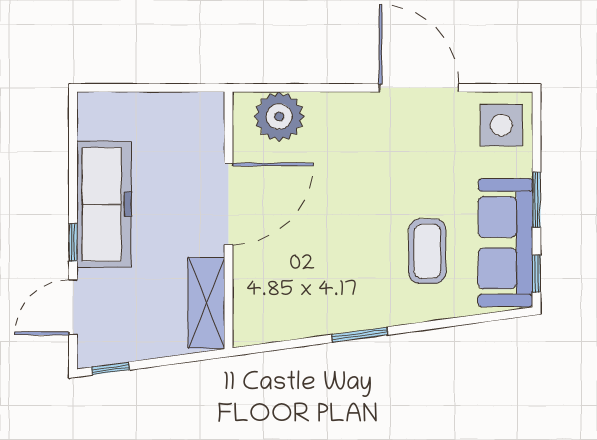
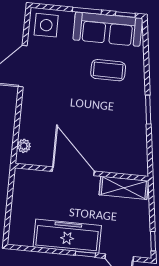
plant: (279, 116) -> (24, 146), width x0.53, depth x0.53

